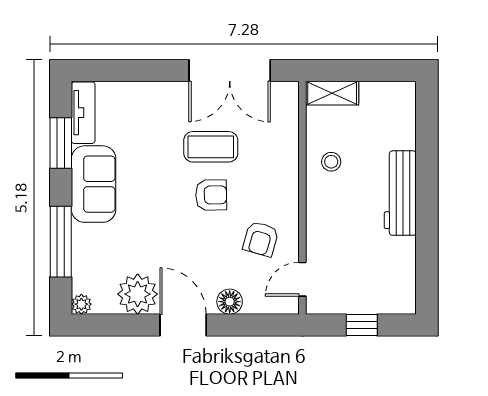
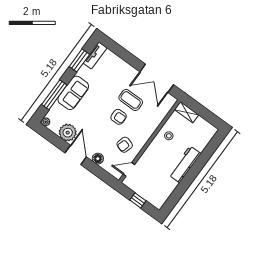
sofa: (94, 184) -> (73, 93), moved

